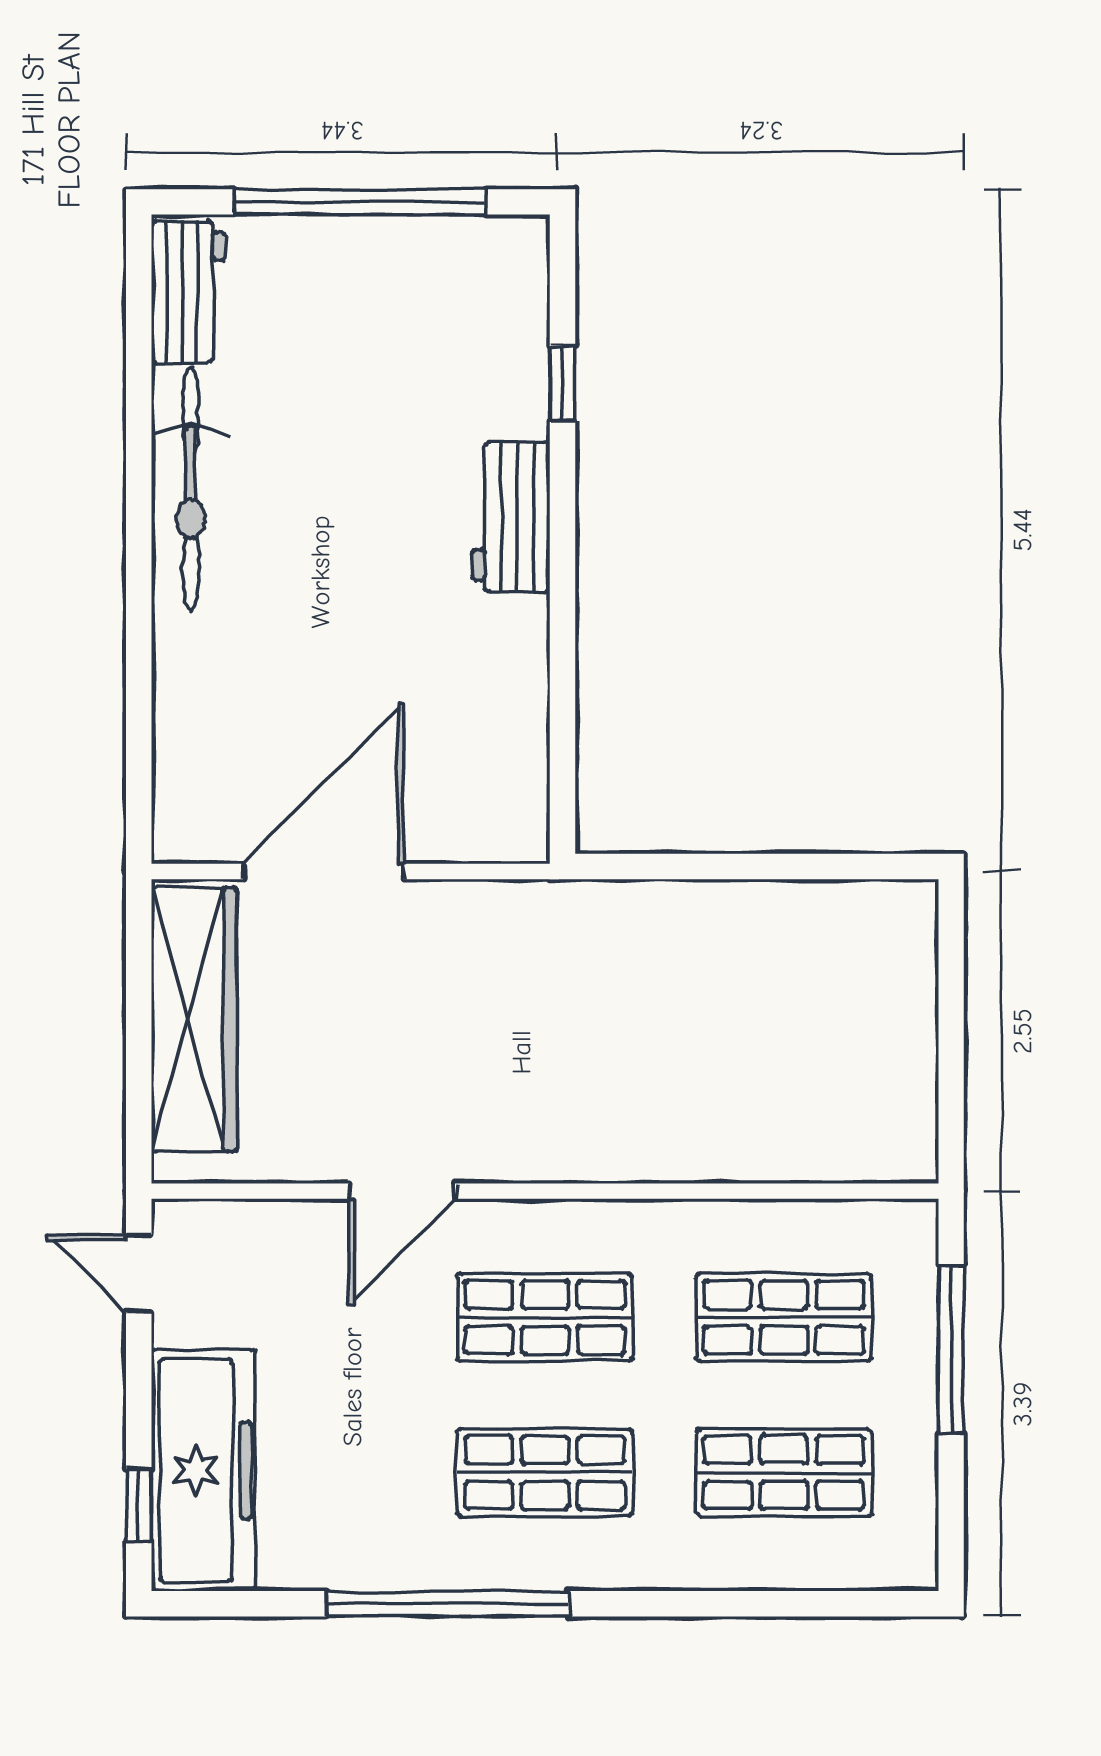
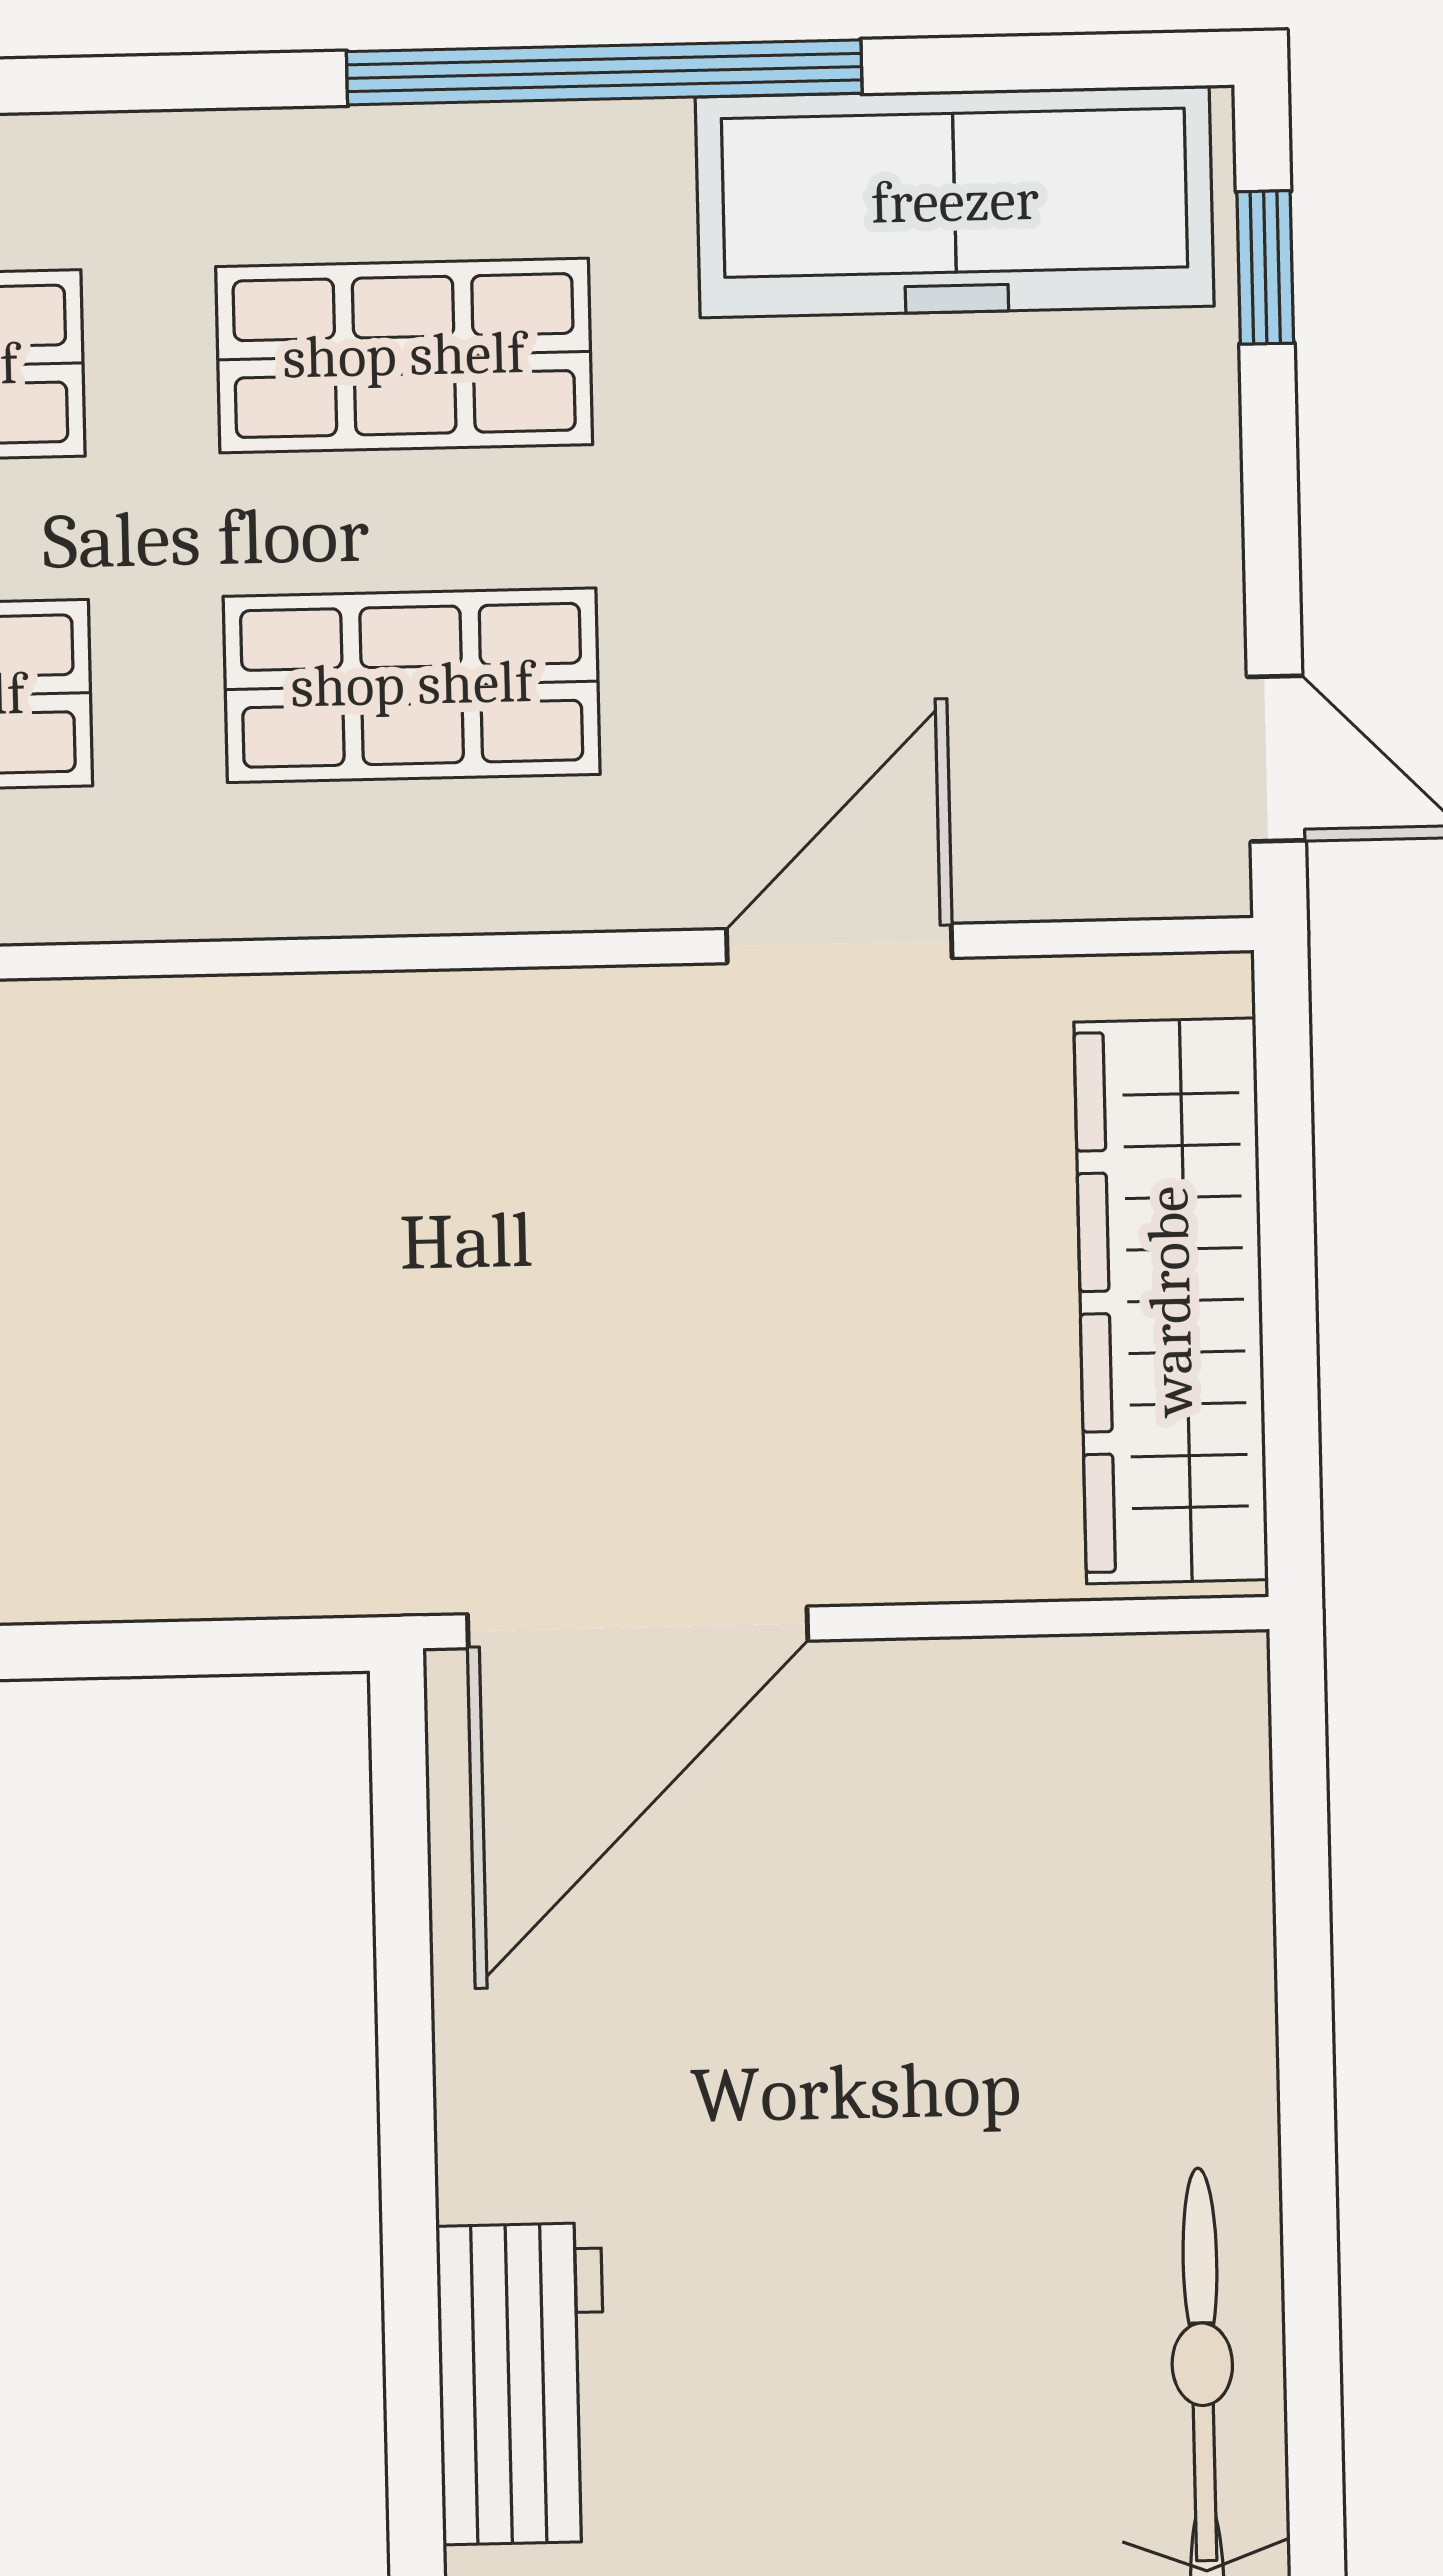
door: (323, 871) -> (638, 1627), moved
door: (402, 1191) -> (839, 944), moved
freezer: (203, 1470) -> (955, 202), moved, turned -90

